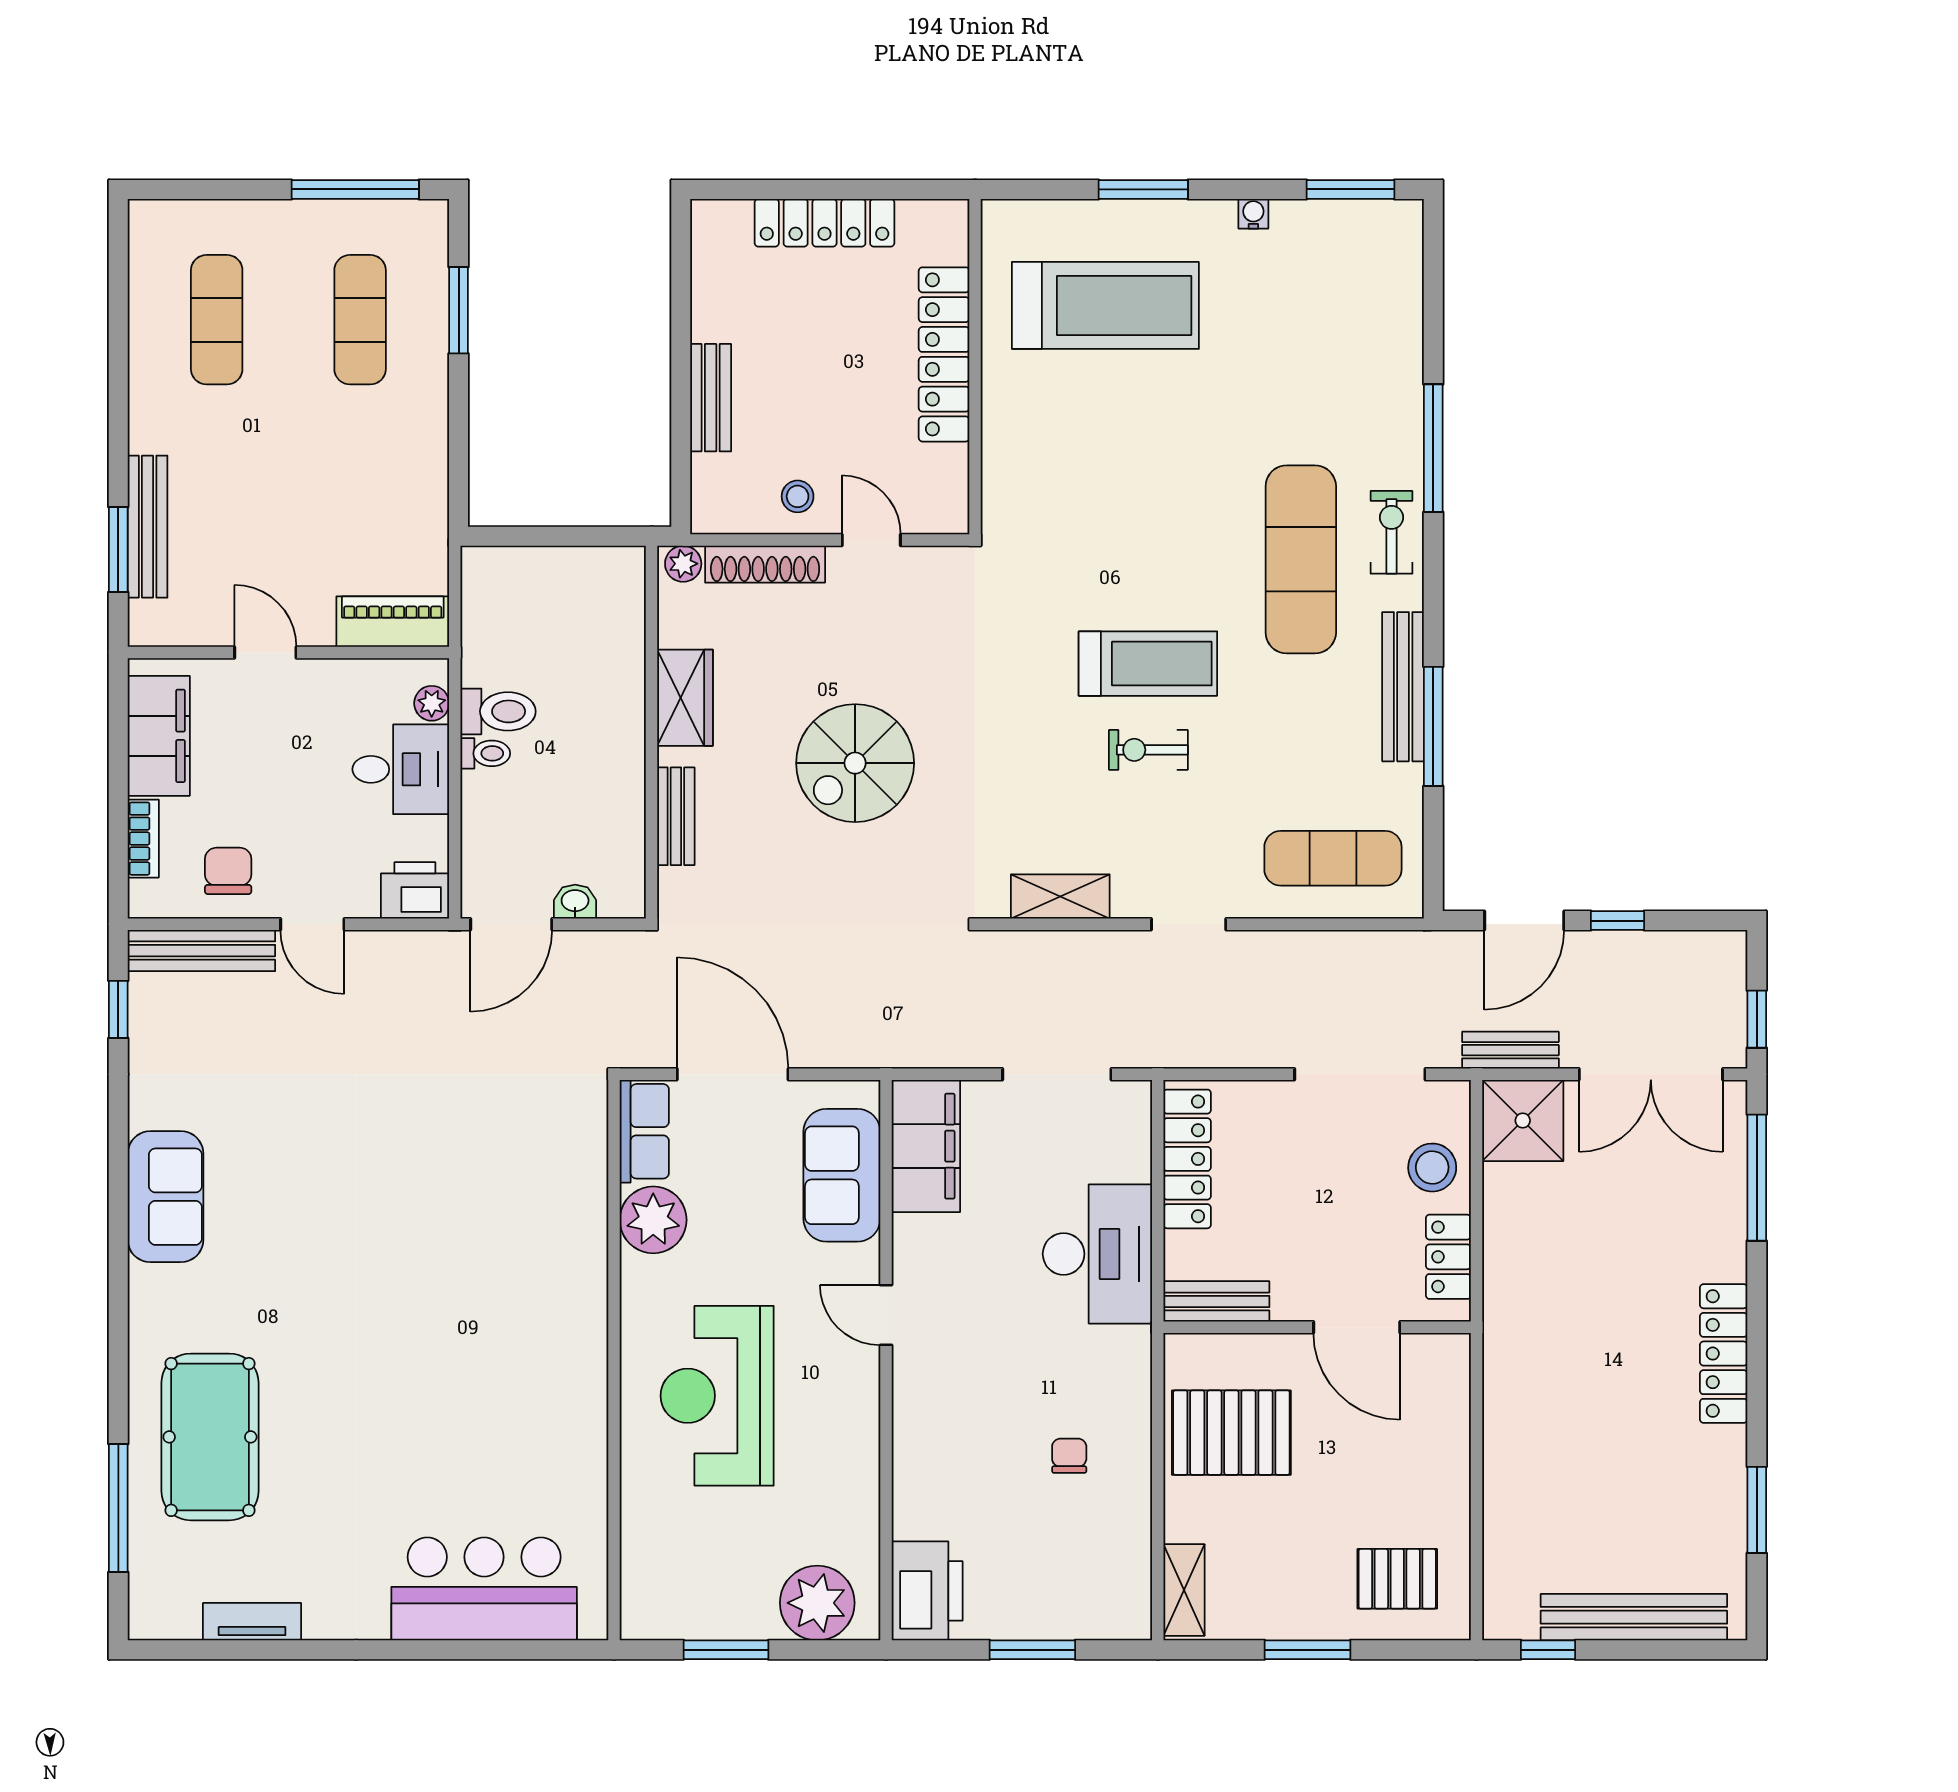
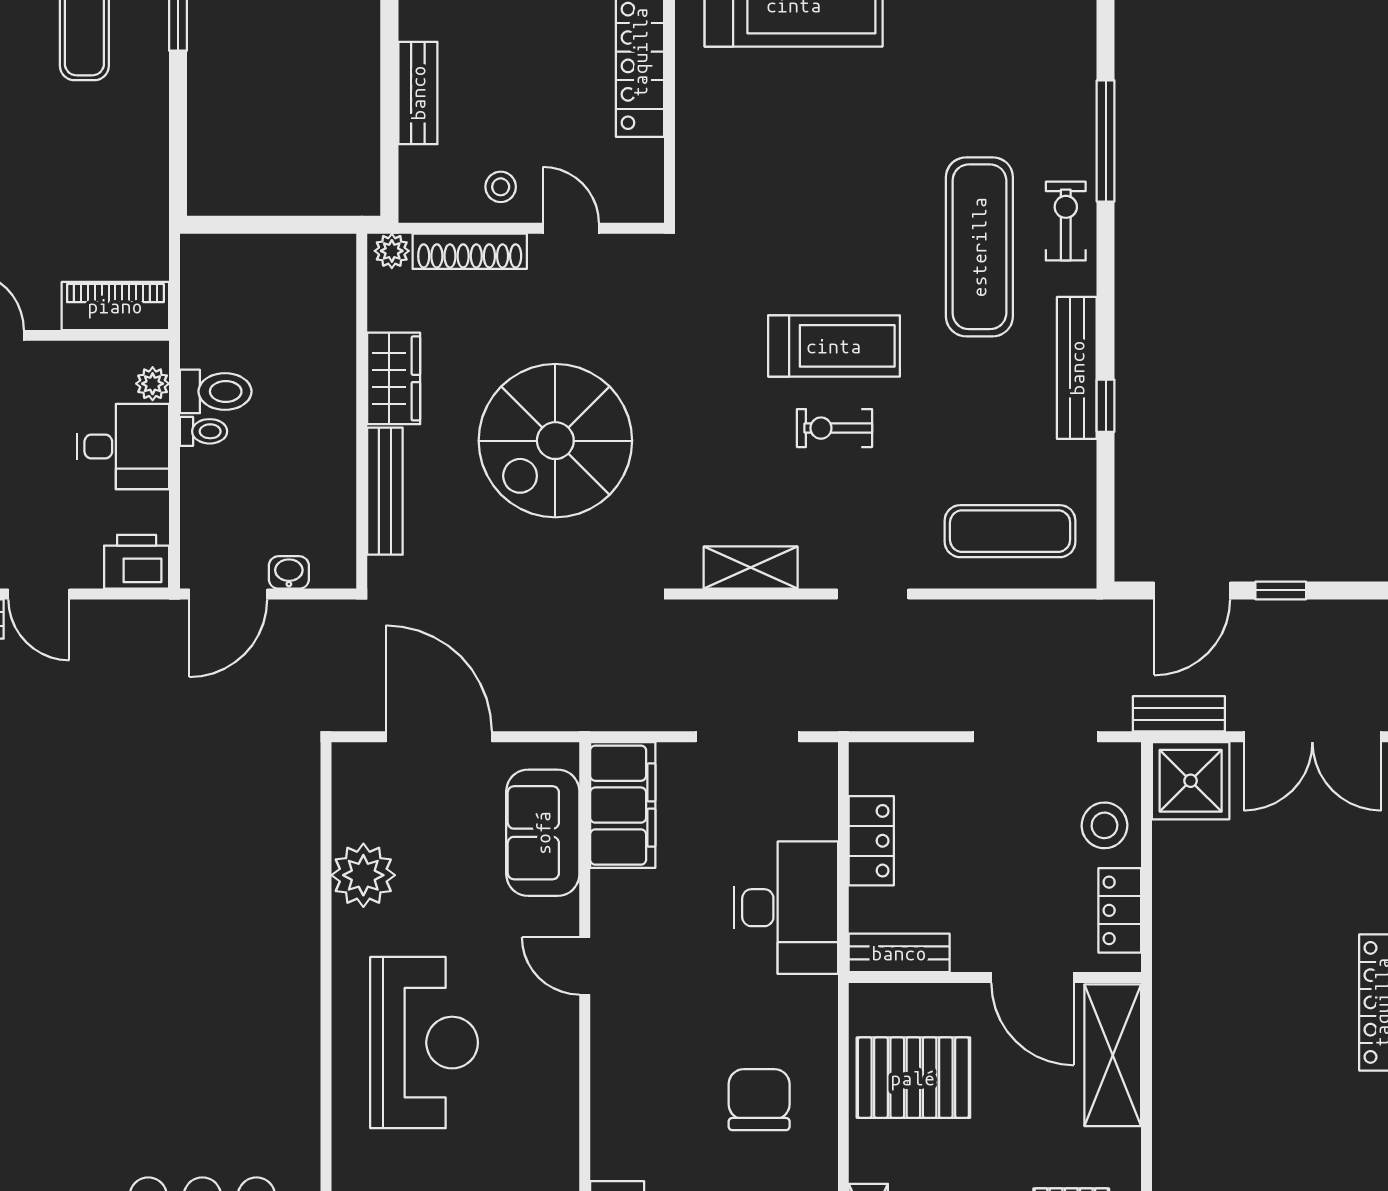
window: (1433, 726) -> (1106, 406), width x0.46
spiral stairs: (855, 763) -> (555, 441), width x1.37, depth x1.37
bench: (676, 816) -> (385, 491), width x1.36
row of seats: (644, 1131) -> (355, 791), removed
locker: (1187, 1159) -> (871, 841), width x0.66
reception desk: (717, 1396) -> (424, 1043), turned 180
shelving: (1441, 1409) -> (1113, 1055), added
chair: (1069, 1456) -> (759, 1100), width x1.87, depth x1.87

